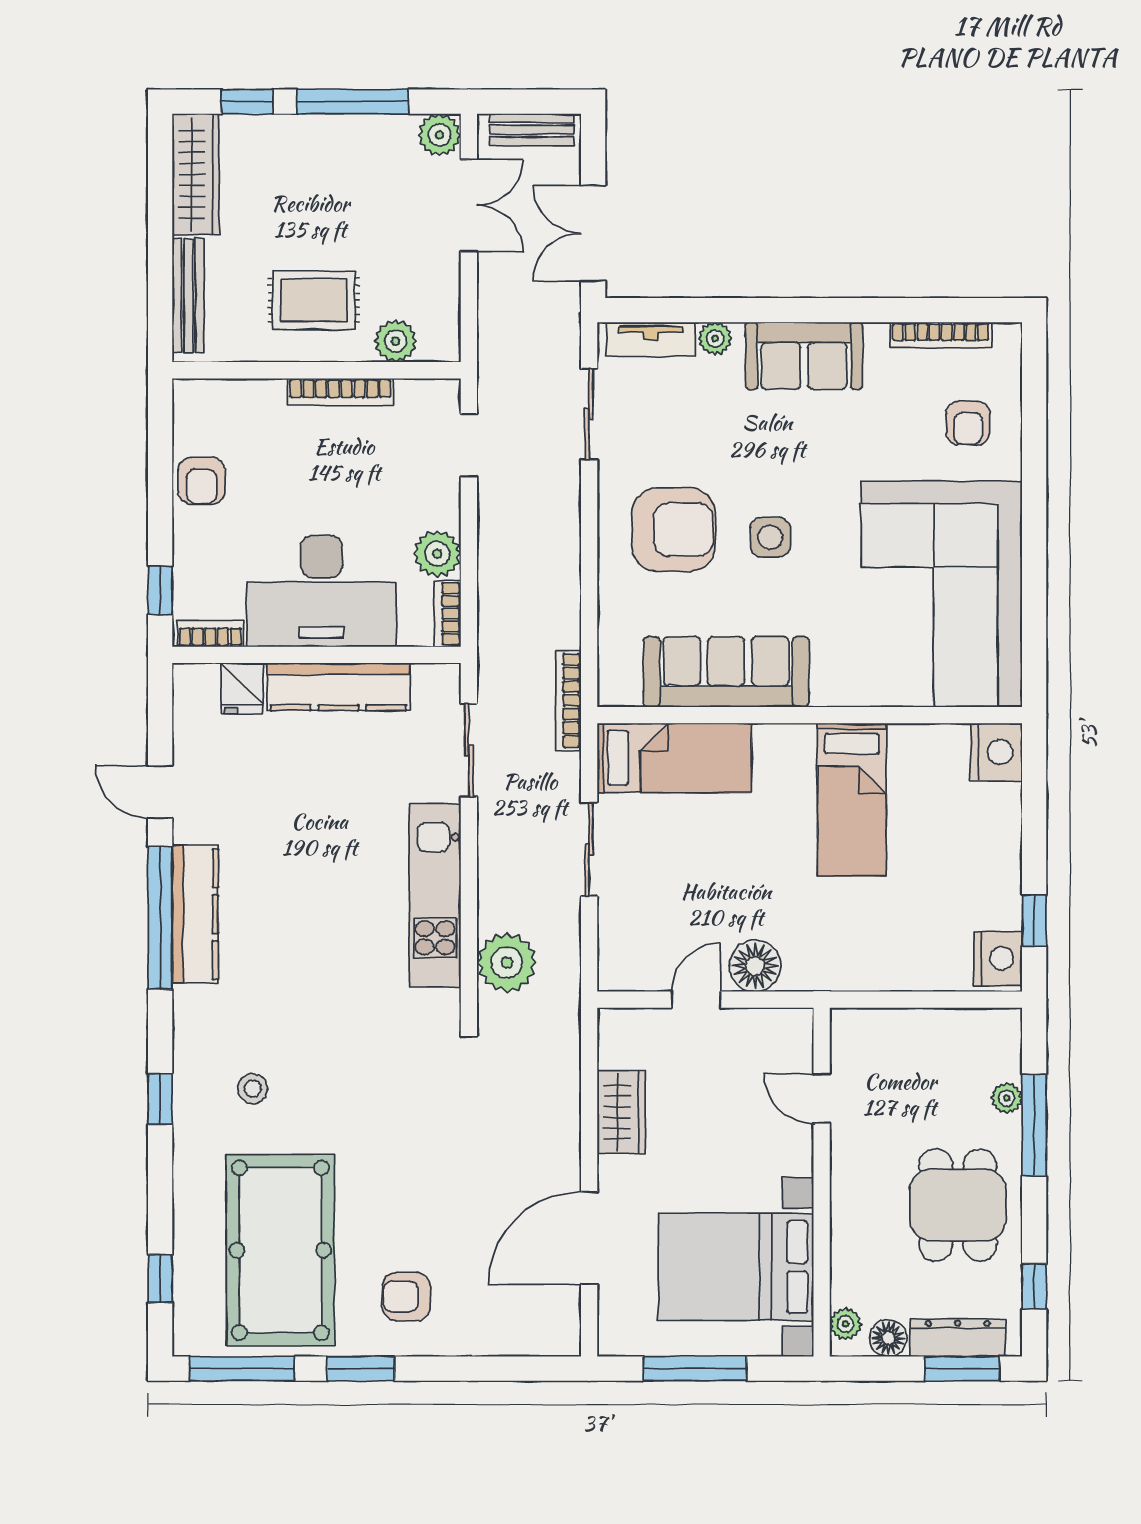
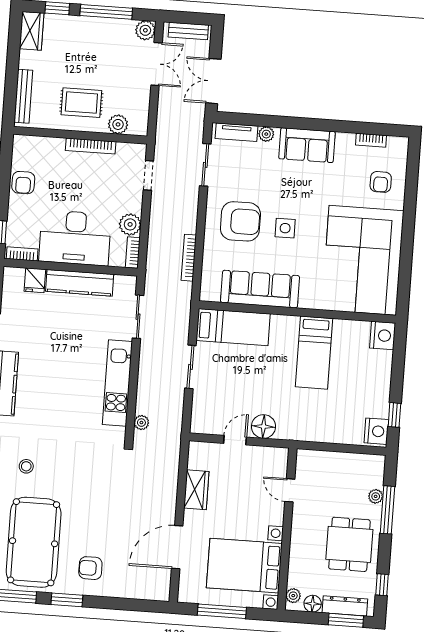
wardrobe: (196, 174) -> (32, 31), width x0.67
bookcase: (941, 335) -> (371, 140), width x0.64
bookcase: (568, 701) -> (189, 258), moved
plant: (507, 963) -> (141, 423), width x0.53, depth x0.53

